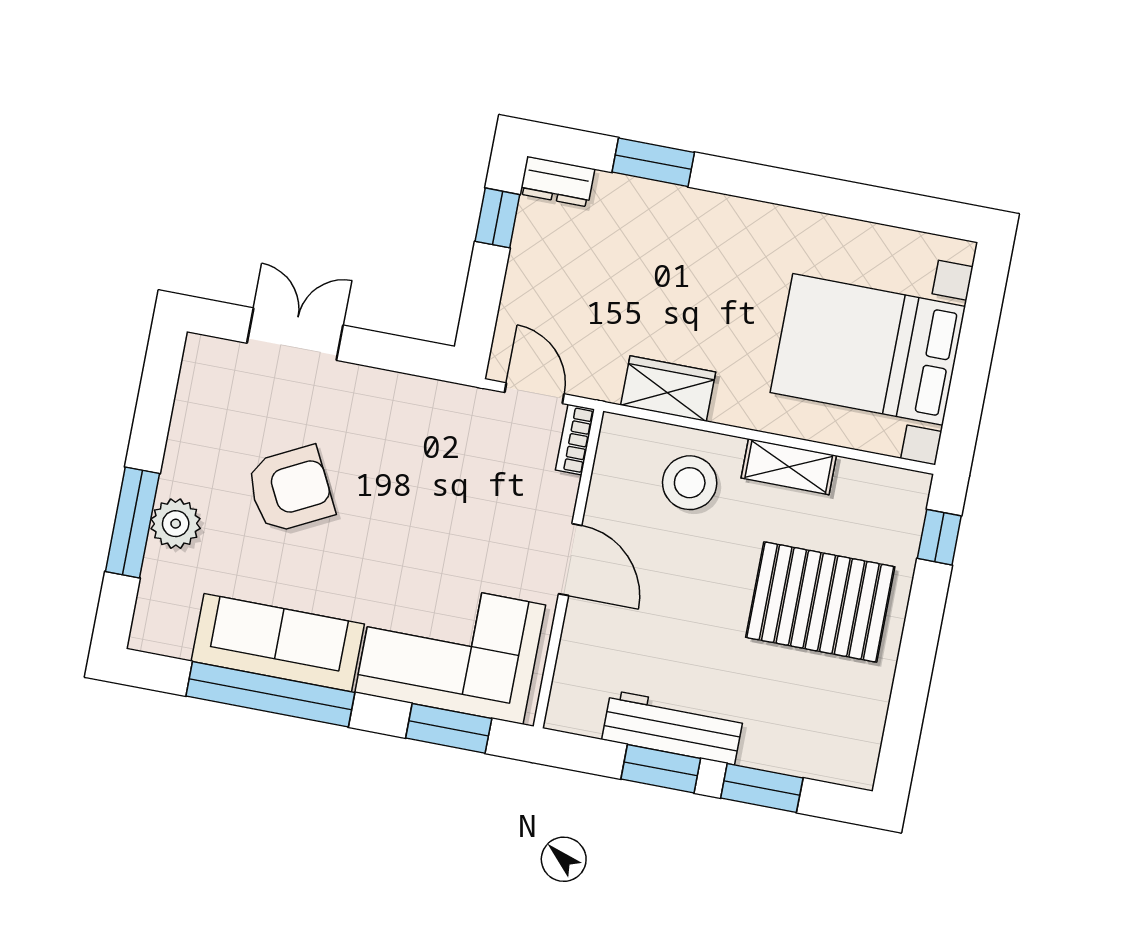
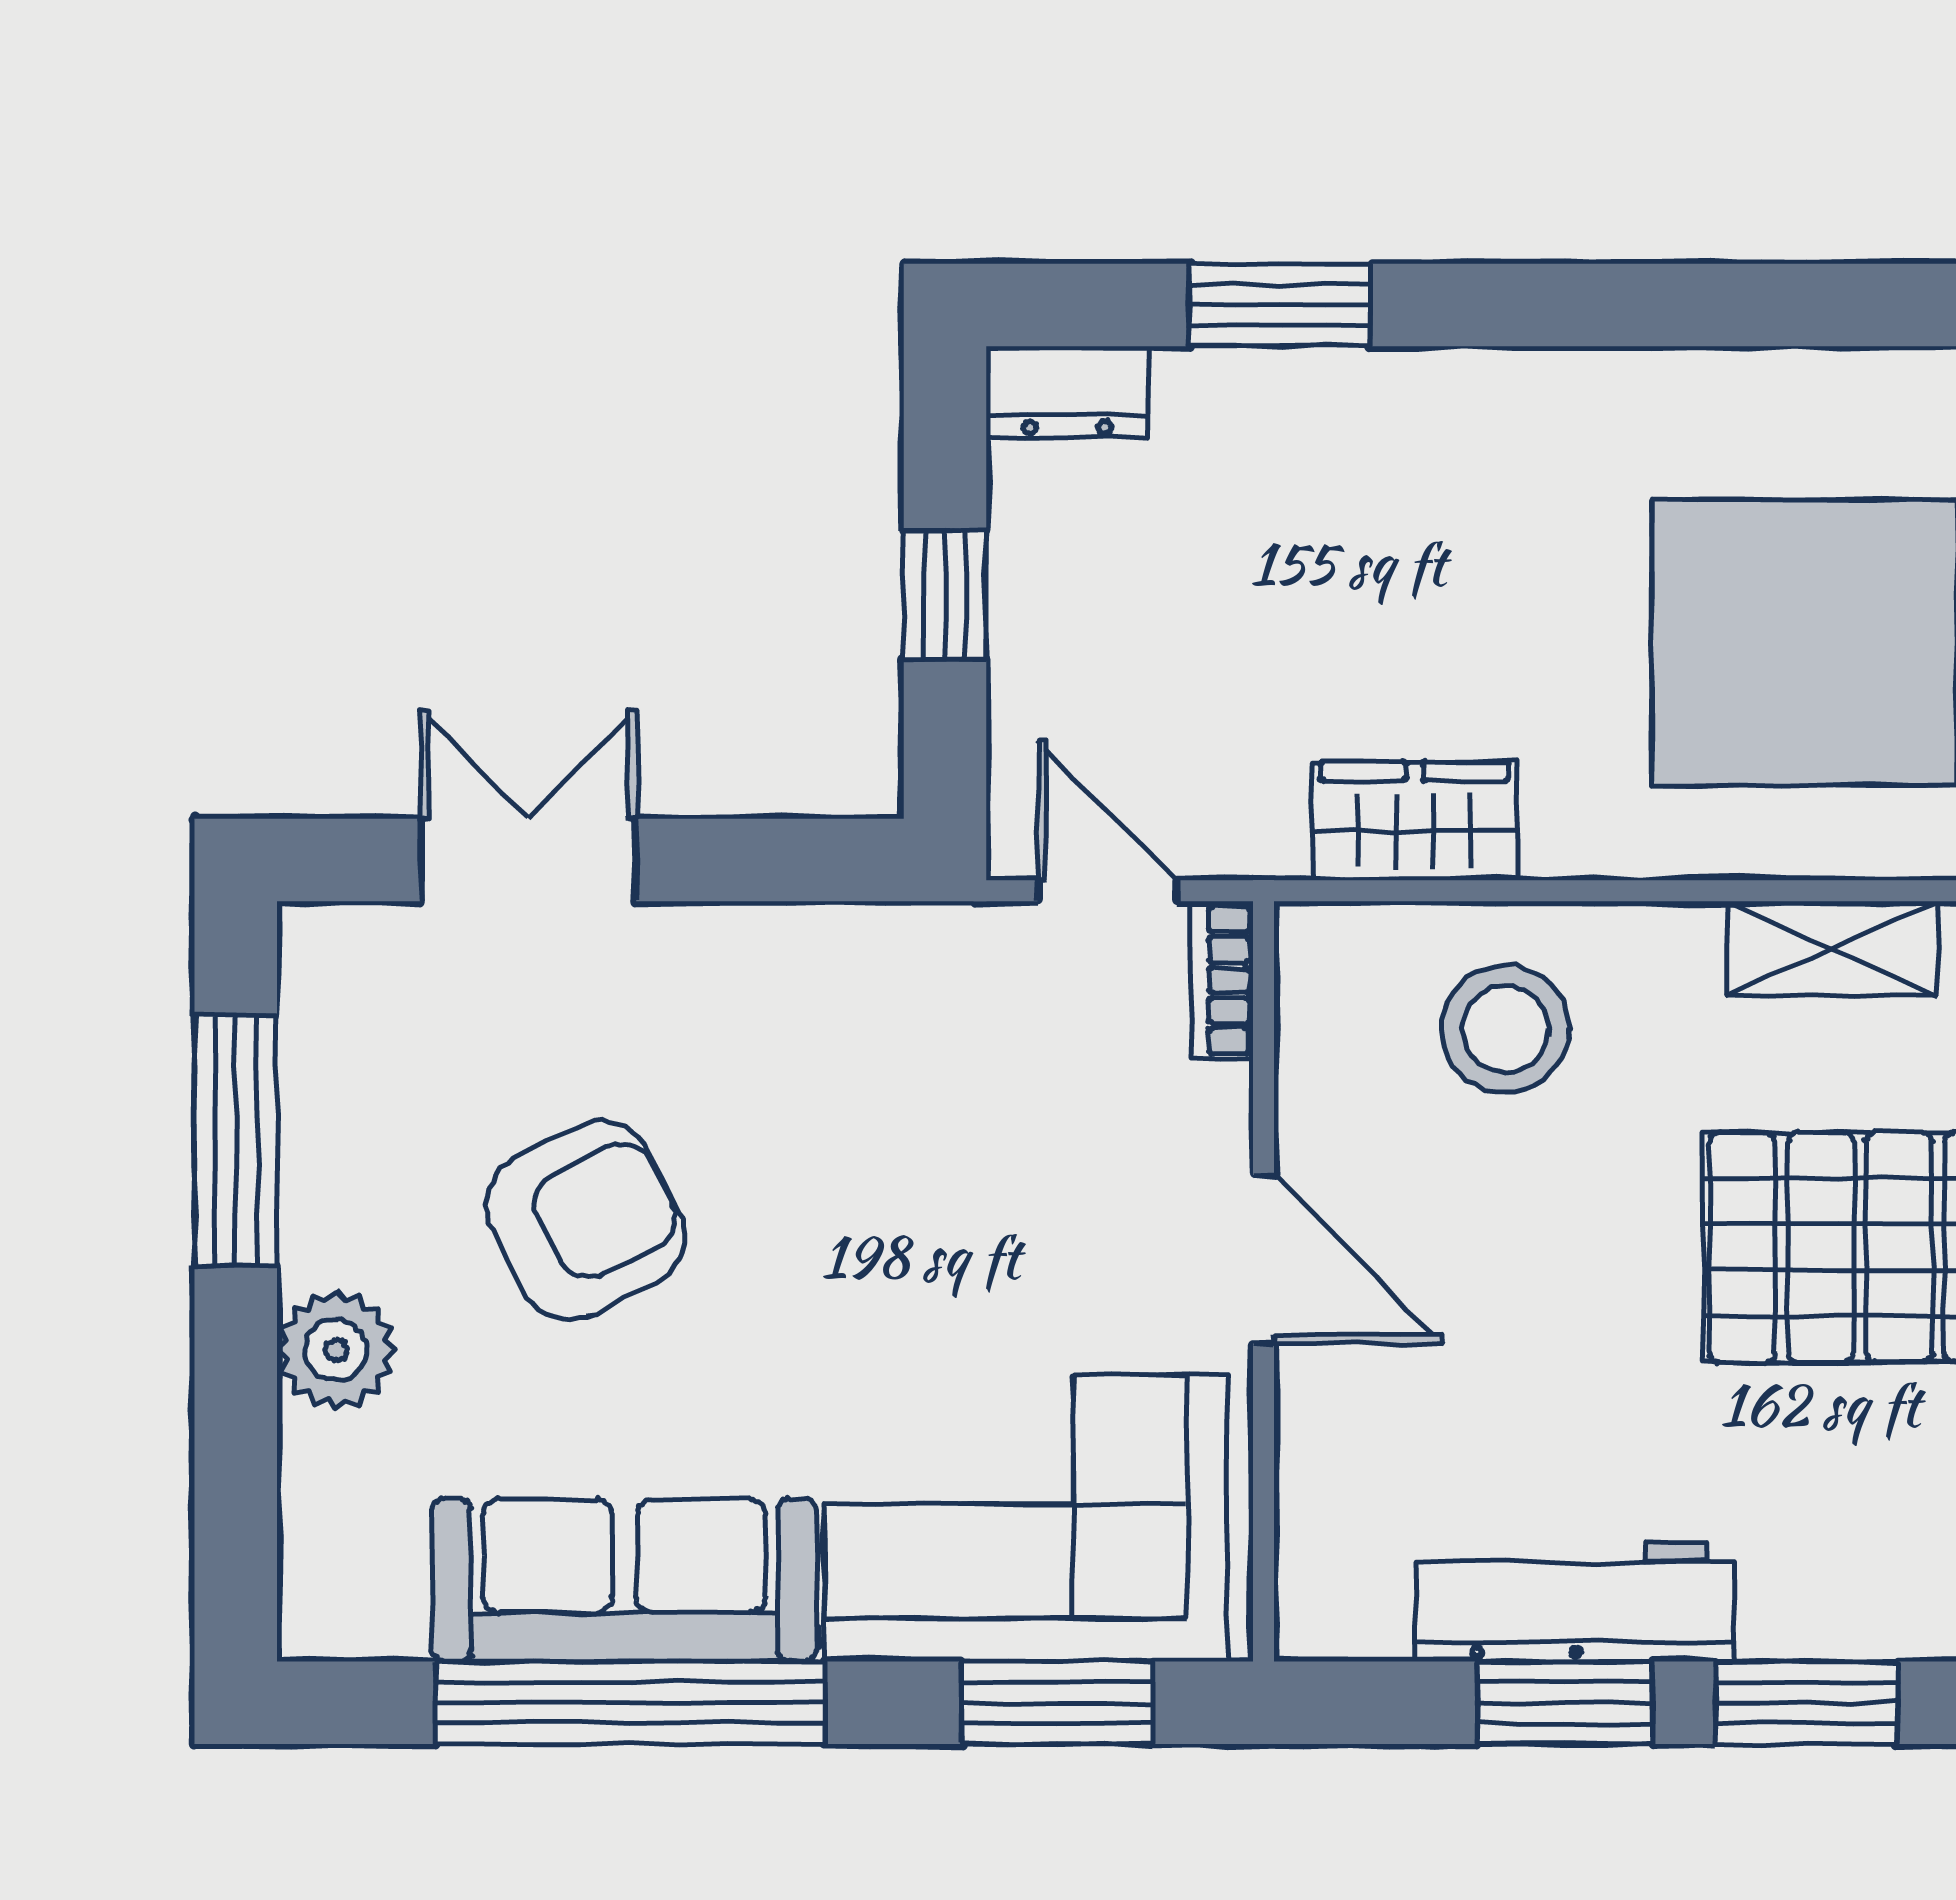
window: (497, 218) -> (945, 595), moved
shelving: (789, 467) -> (1832, 948), moved
window: (132, 523) -> (236, 1141), moved

